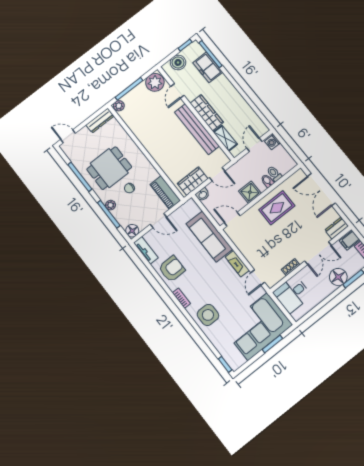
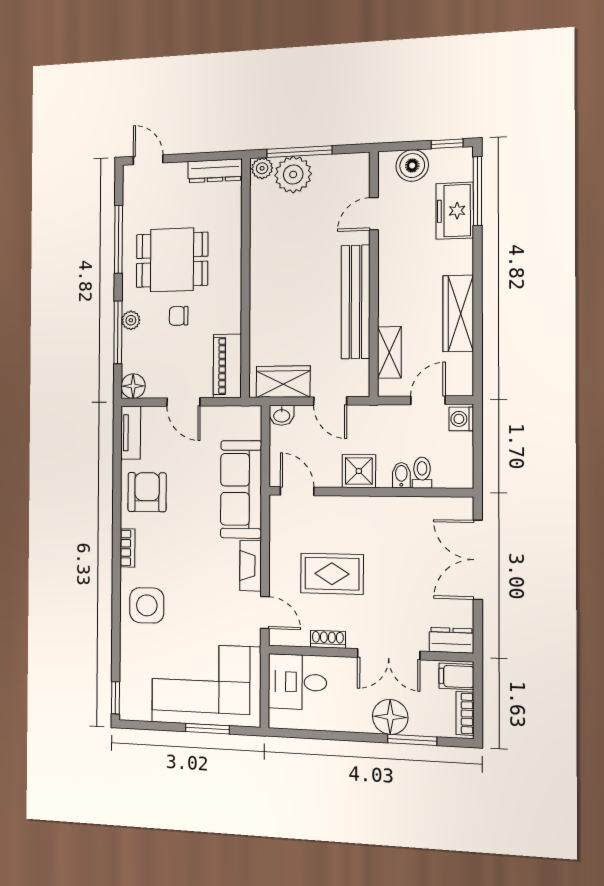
plant: (155, 82) -> (293, 174), moved
wardrobe: (207, 113) -> (458, 313), moved, turned 180
rug: (277, 208) -> (332, 574), moved
armchair: (172, 269) -> (147, 492), turned -90
door: (258, 277) -> (265, 613), swing flipped

